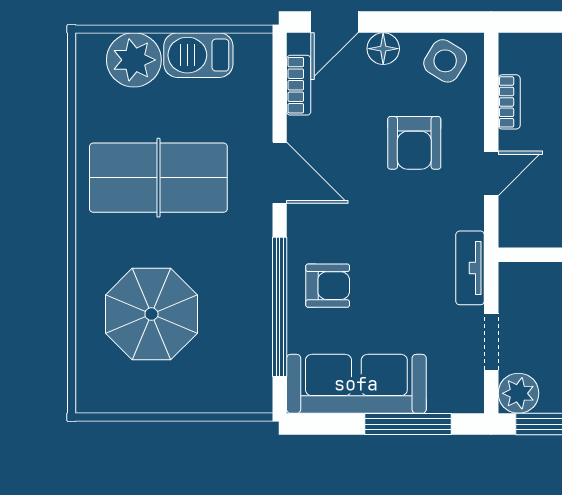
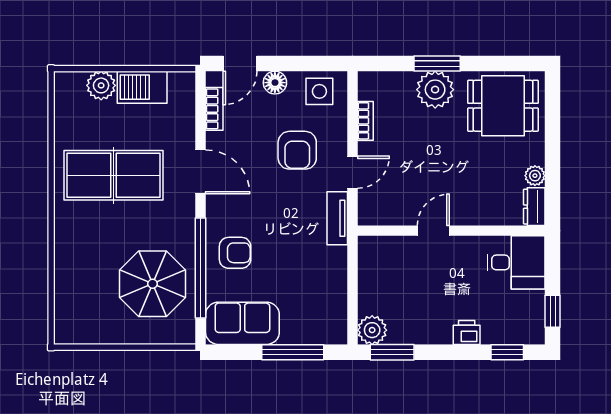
plant: (134, 60) -> (101, 85), width x0.73, depth x0.73
side table: (445, 61) -> (319, 91), turned -31
tv unit: (470, 268) -> (337, 218), moved
parasol: (151, 314) -> (153, 284), moved
doorway: (491, 342) -> (352, 293), removed
sofa: (356, 384) -> (242, 323), width x0.73

